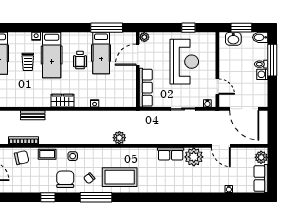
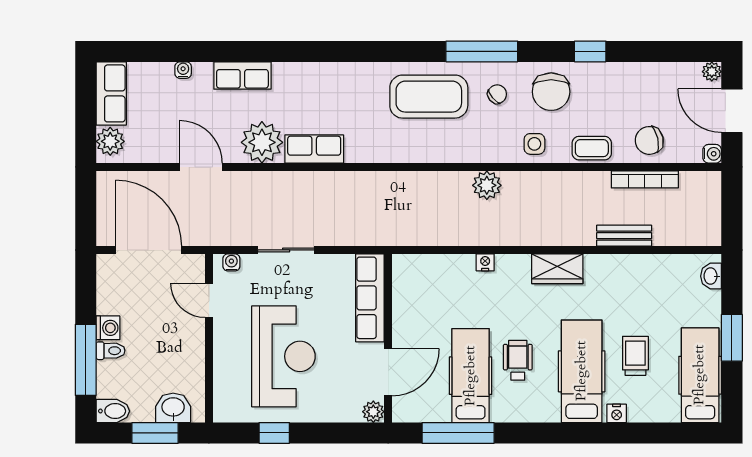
reception desk: (184, 62) -> (283, 356), turned 180
plant: (119, 138) -> (487, 185), moved
row of seats: (202, 187) -> (242, 76), added

